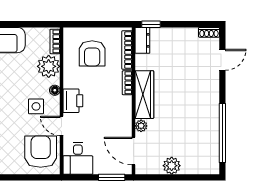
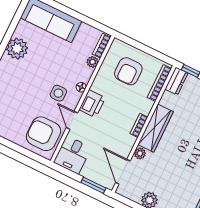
plant: (49, 66) -> (92, 62), width x0.53, depth x0.53
bookcase: (127, 83) -> (139, 125), moved
armchair: (41, 152) -> (44, 134), turned -90

